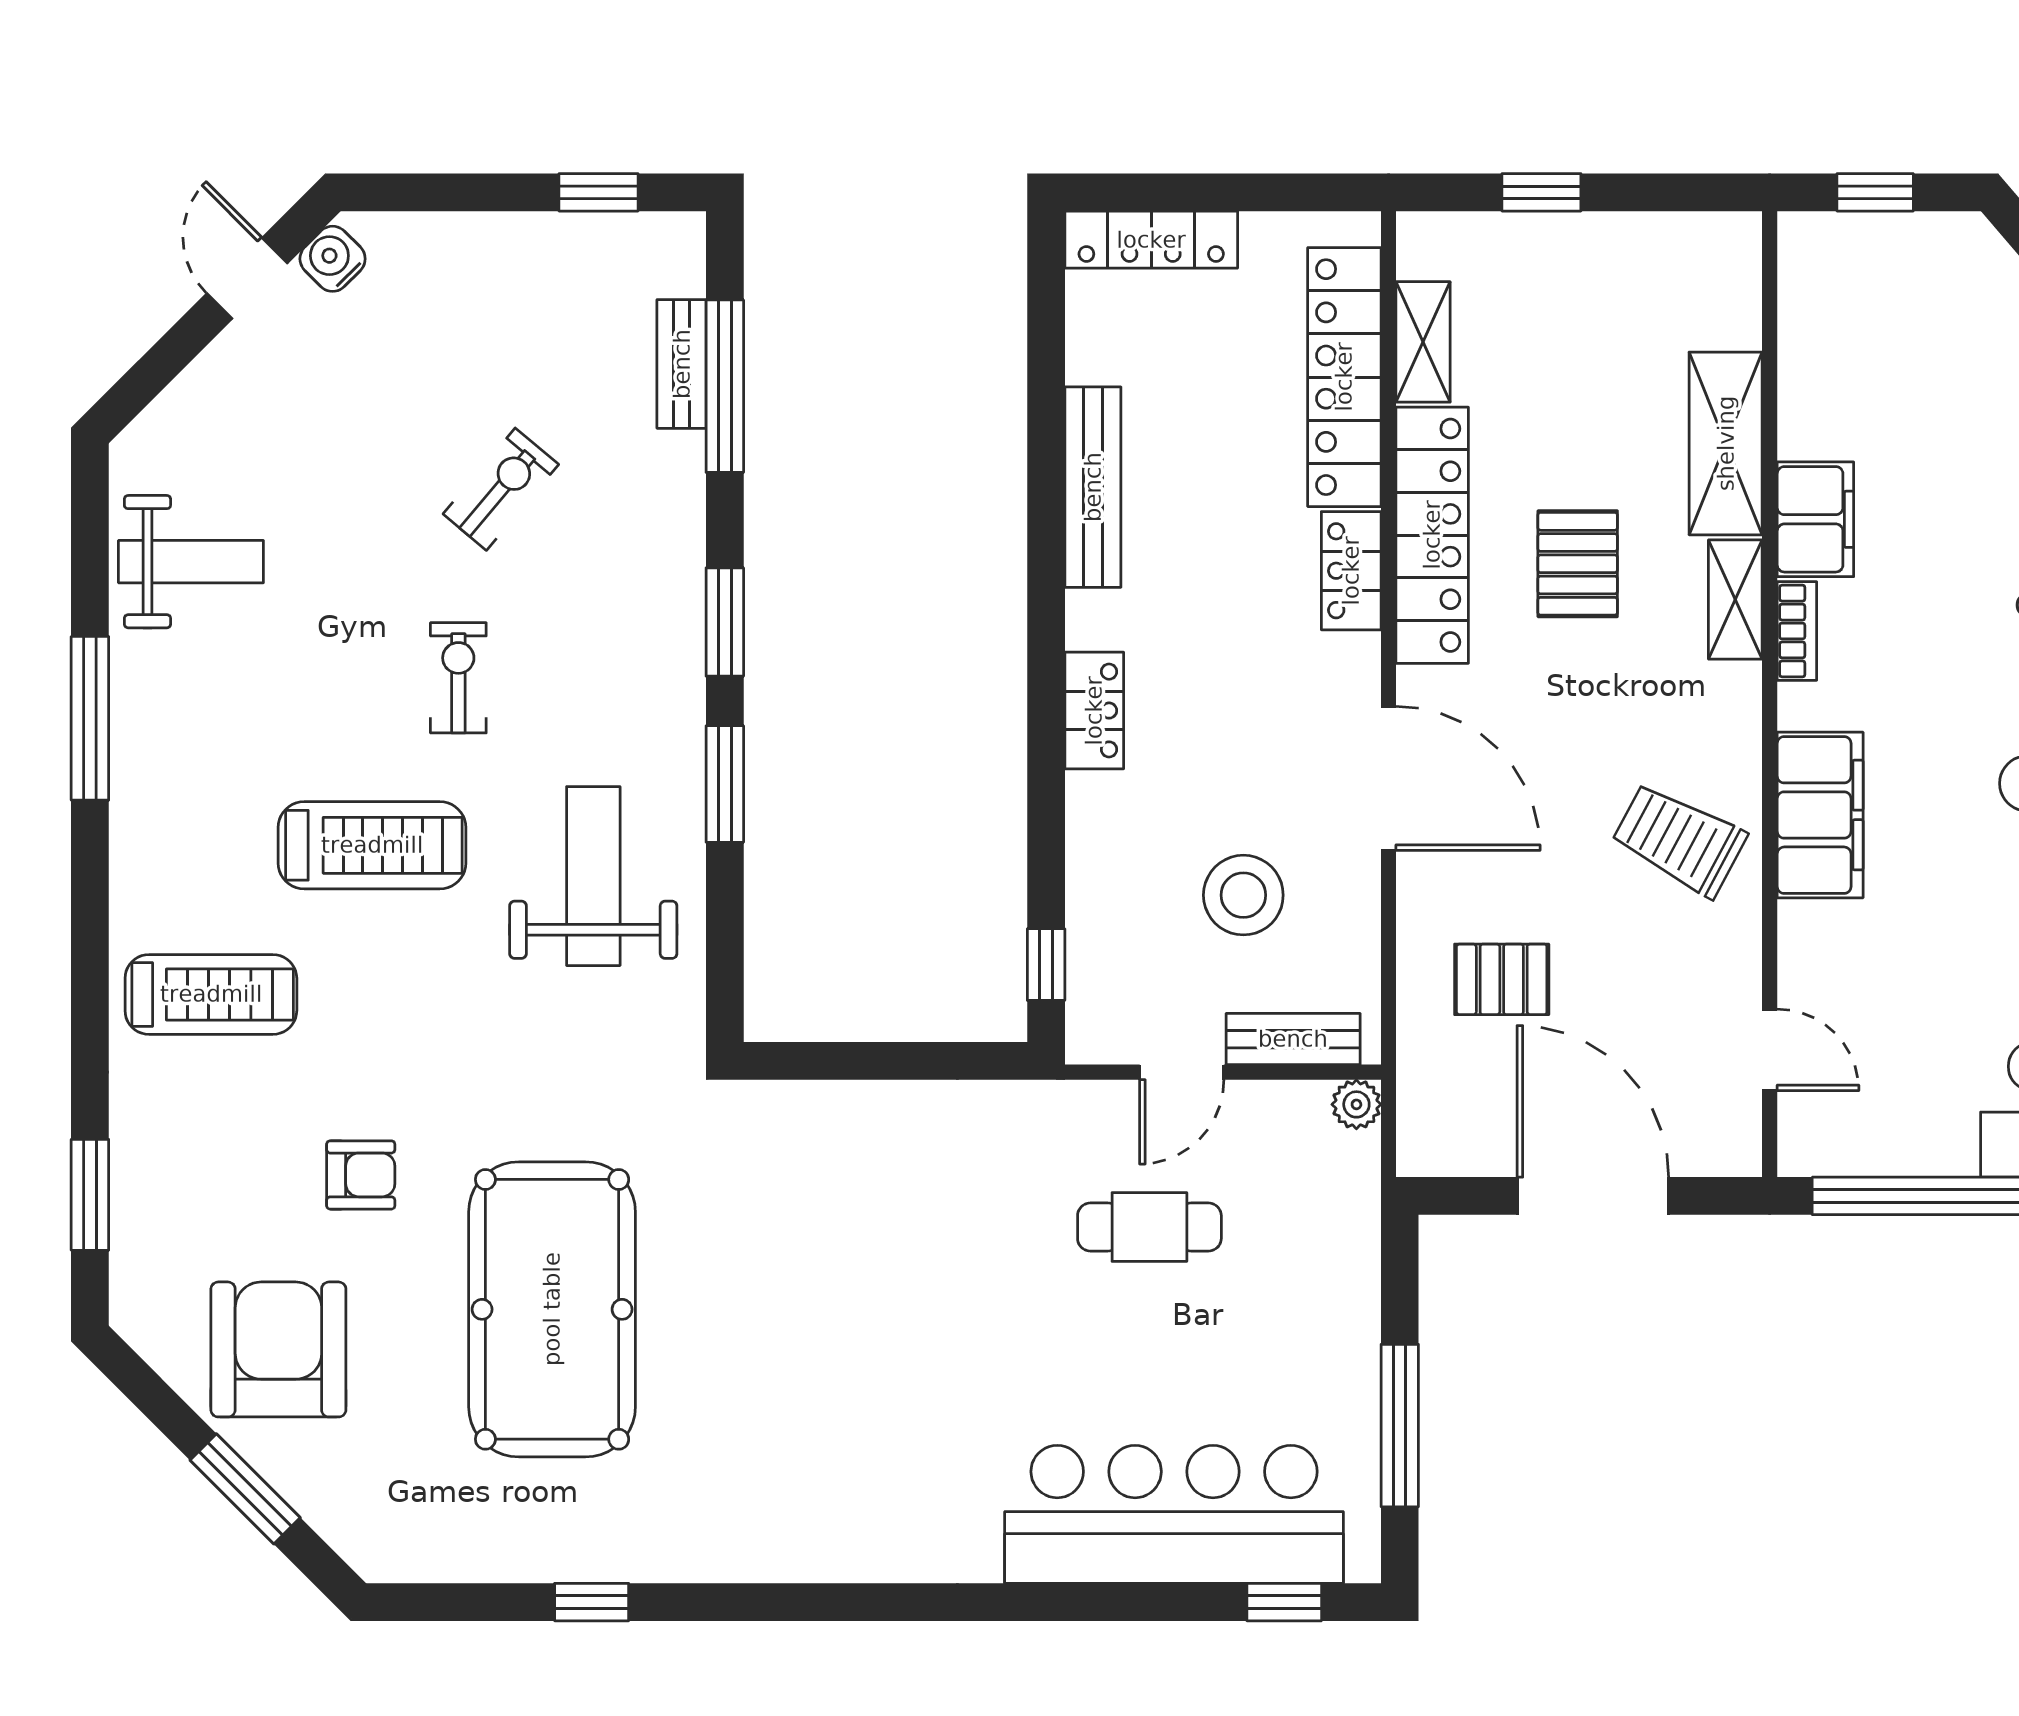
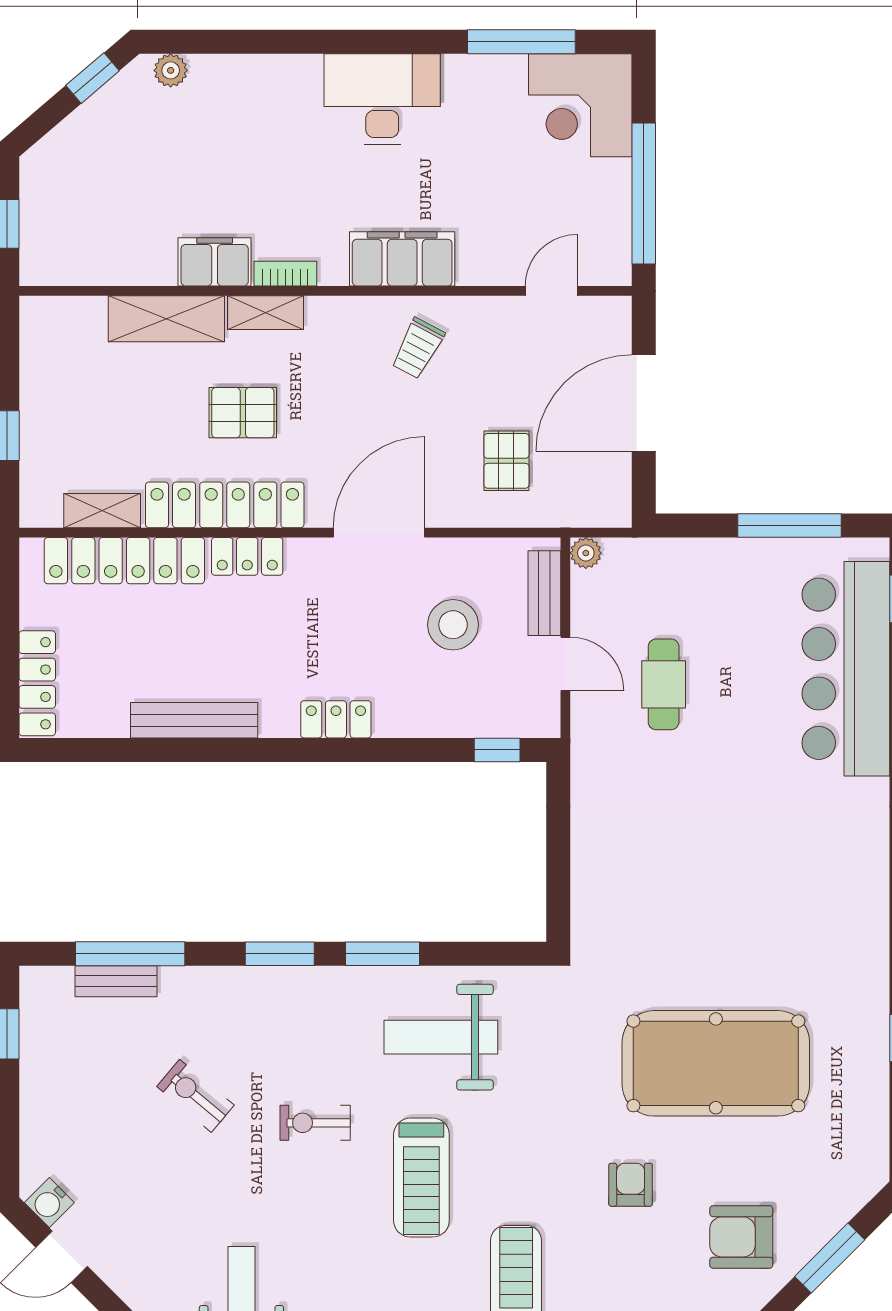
trolley: (1679, 840) -> (418, 348), width x0.73, depth x0.72
treadmill: (372, 845) -> (421, 1178), turned 180
armchair: (278, 1349) -> (741, 1237), width x0.73, depth x0.73

